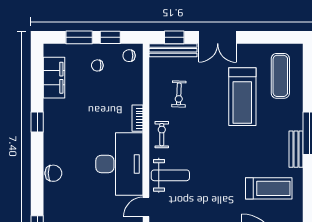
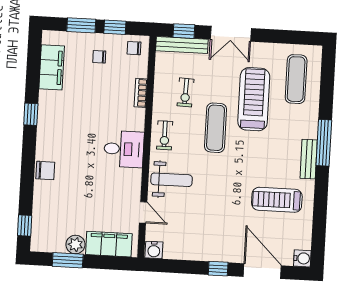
treadmill: (242, 97) -> (254, 99), turned 180
bookcase: (138, 118) -> (141, 93), moved
exercise mat: (208, 125) -> (216, 128), added
exercise bike: (162, 135) -> (165, 135), turned 180
desk: (119, 164) -> (124, 149), width x0.53, depth x0.77
treadmill: (269, 188) -> (277, 200), turned 180
door: (146, 207) -> (143, 212), swing flipped

